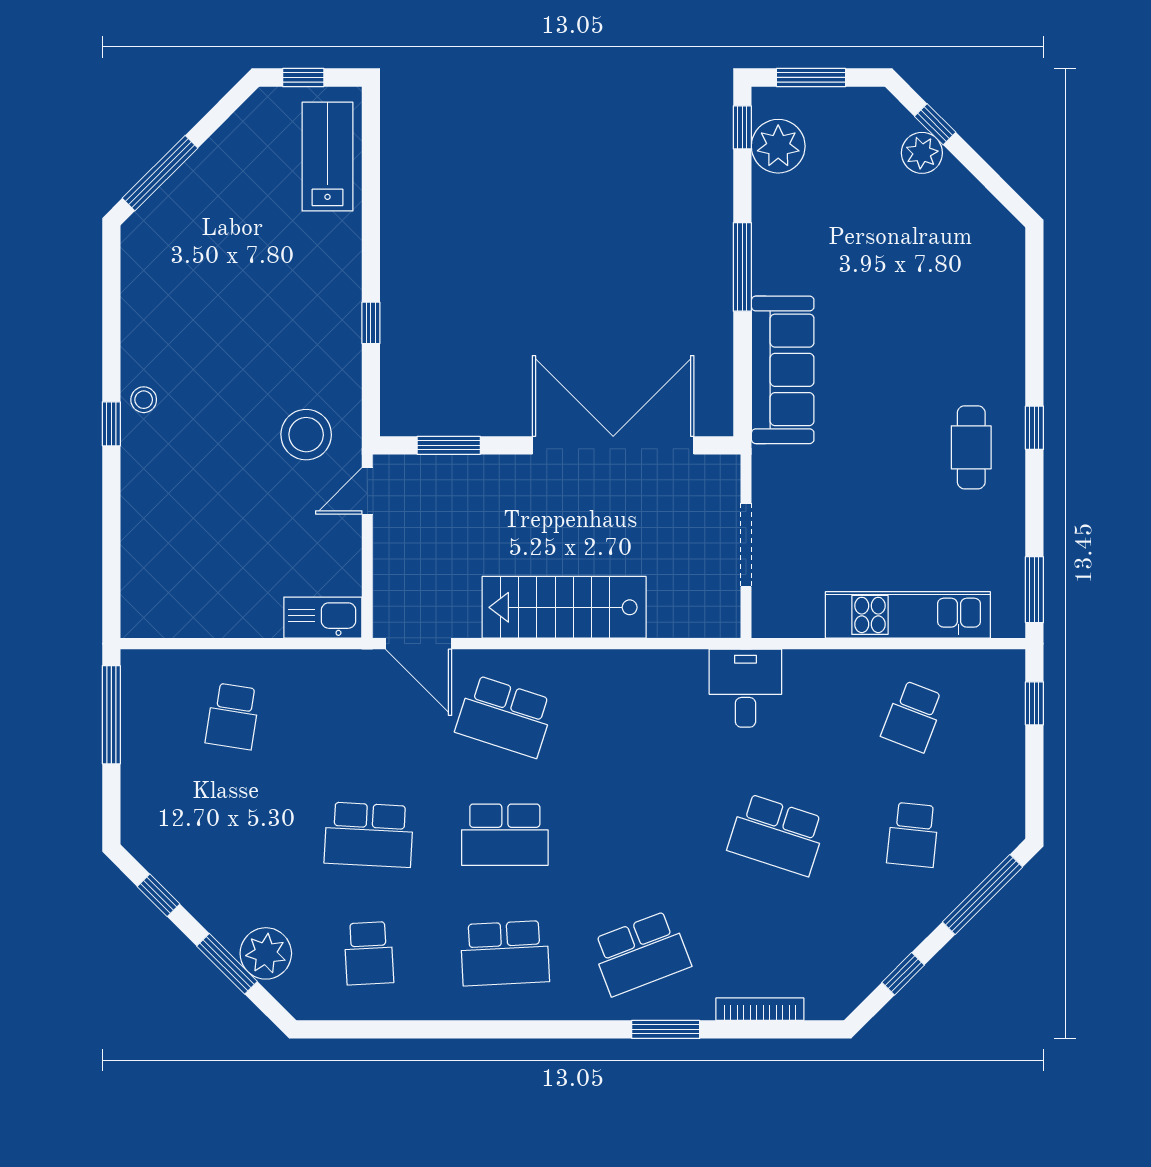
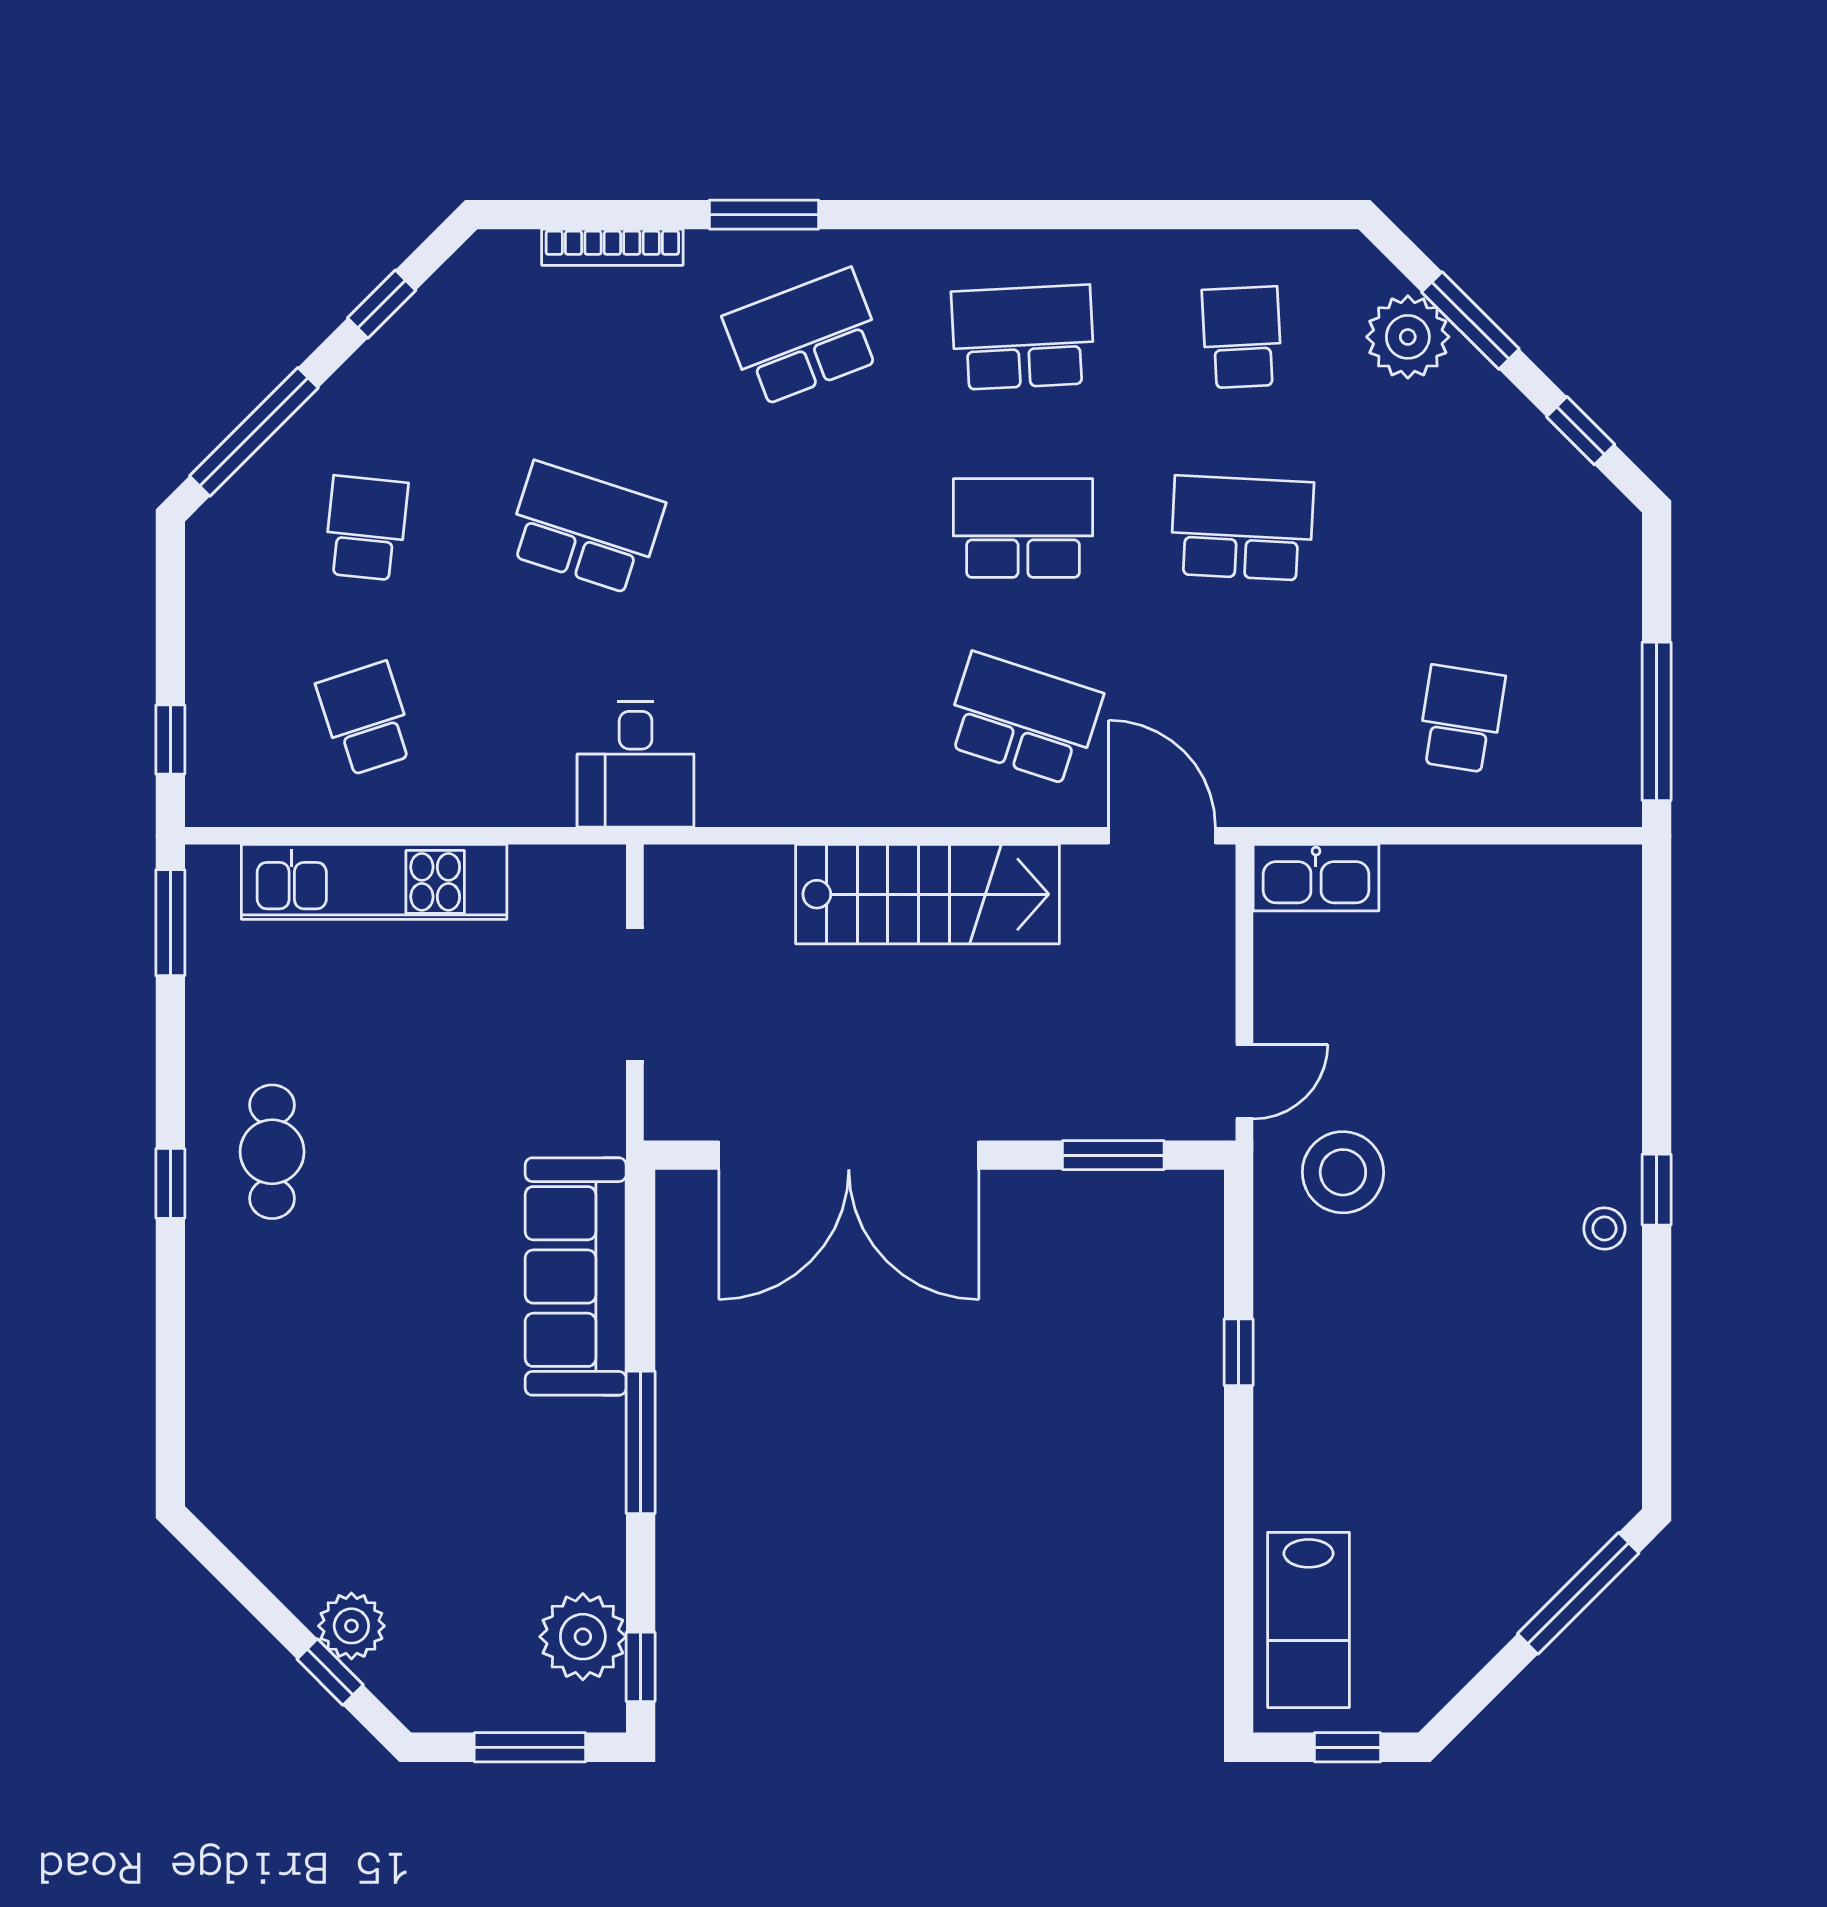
school desk: (913, 716) -> (366, 719), turned -39

